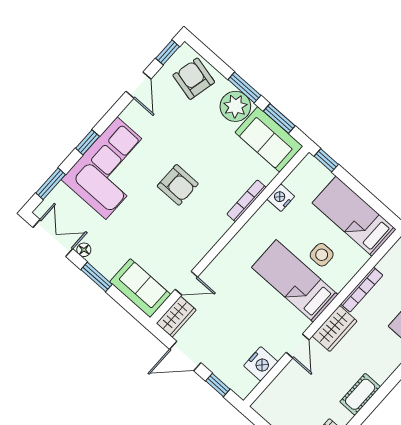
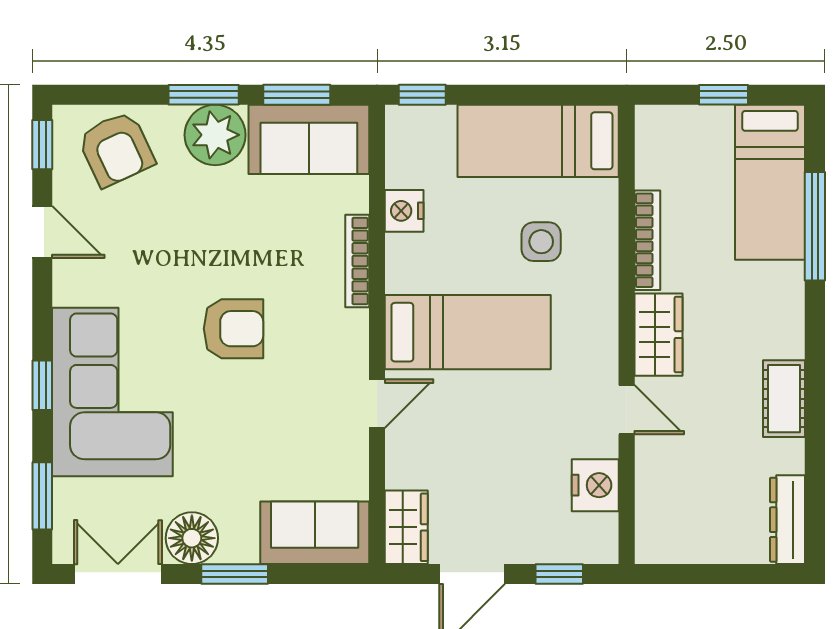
armchair: (194, 79) -> (116, 149), turned -128
floor lamp: (84, 250) -> (192, 538), width x1.89, depth x1.89
bed: (295, 281) -> (468, 332), moved, turned 180
door: (186, 283) -> (377, 404), moved

